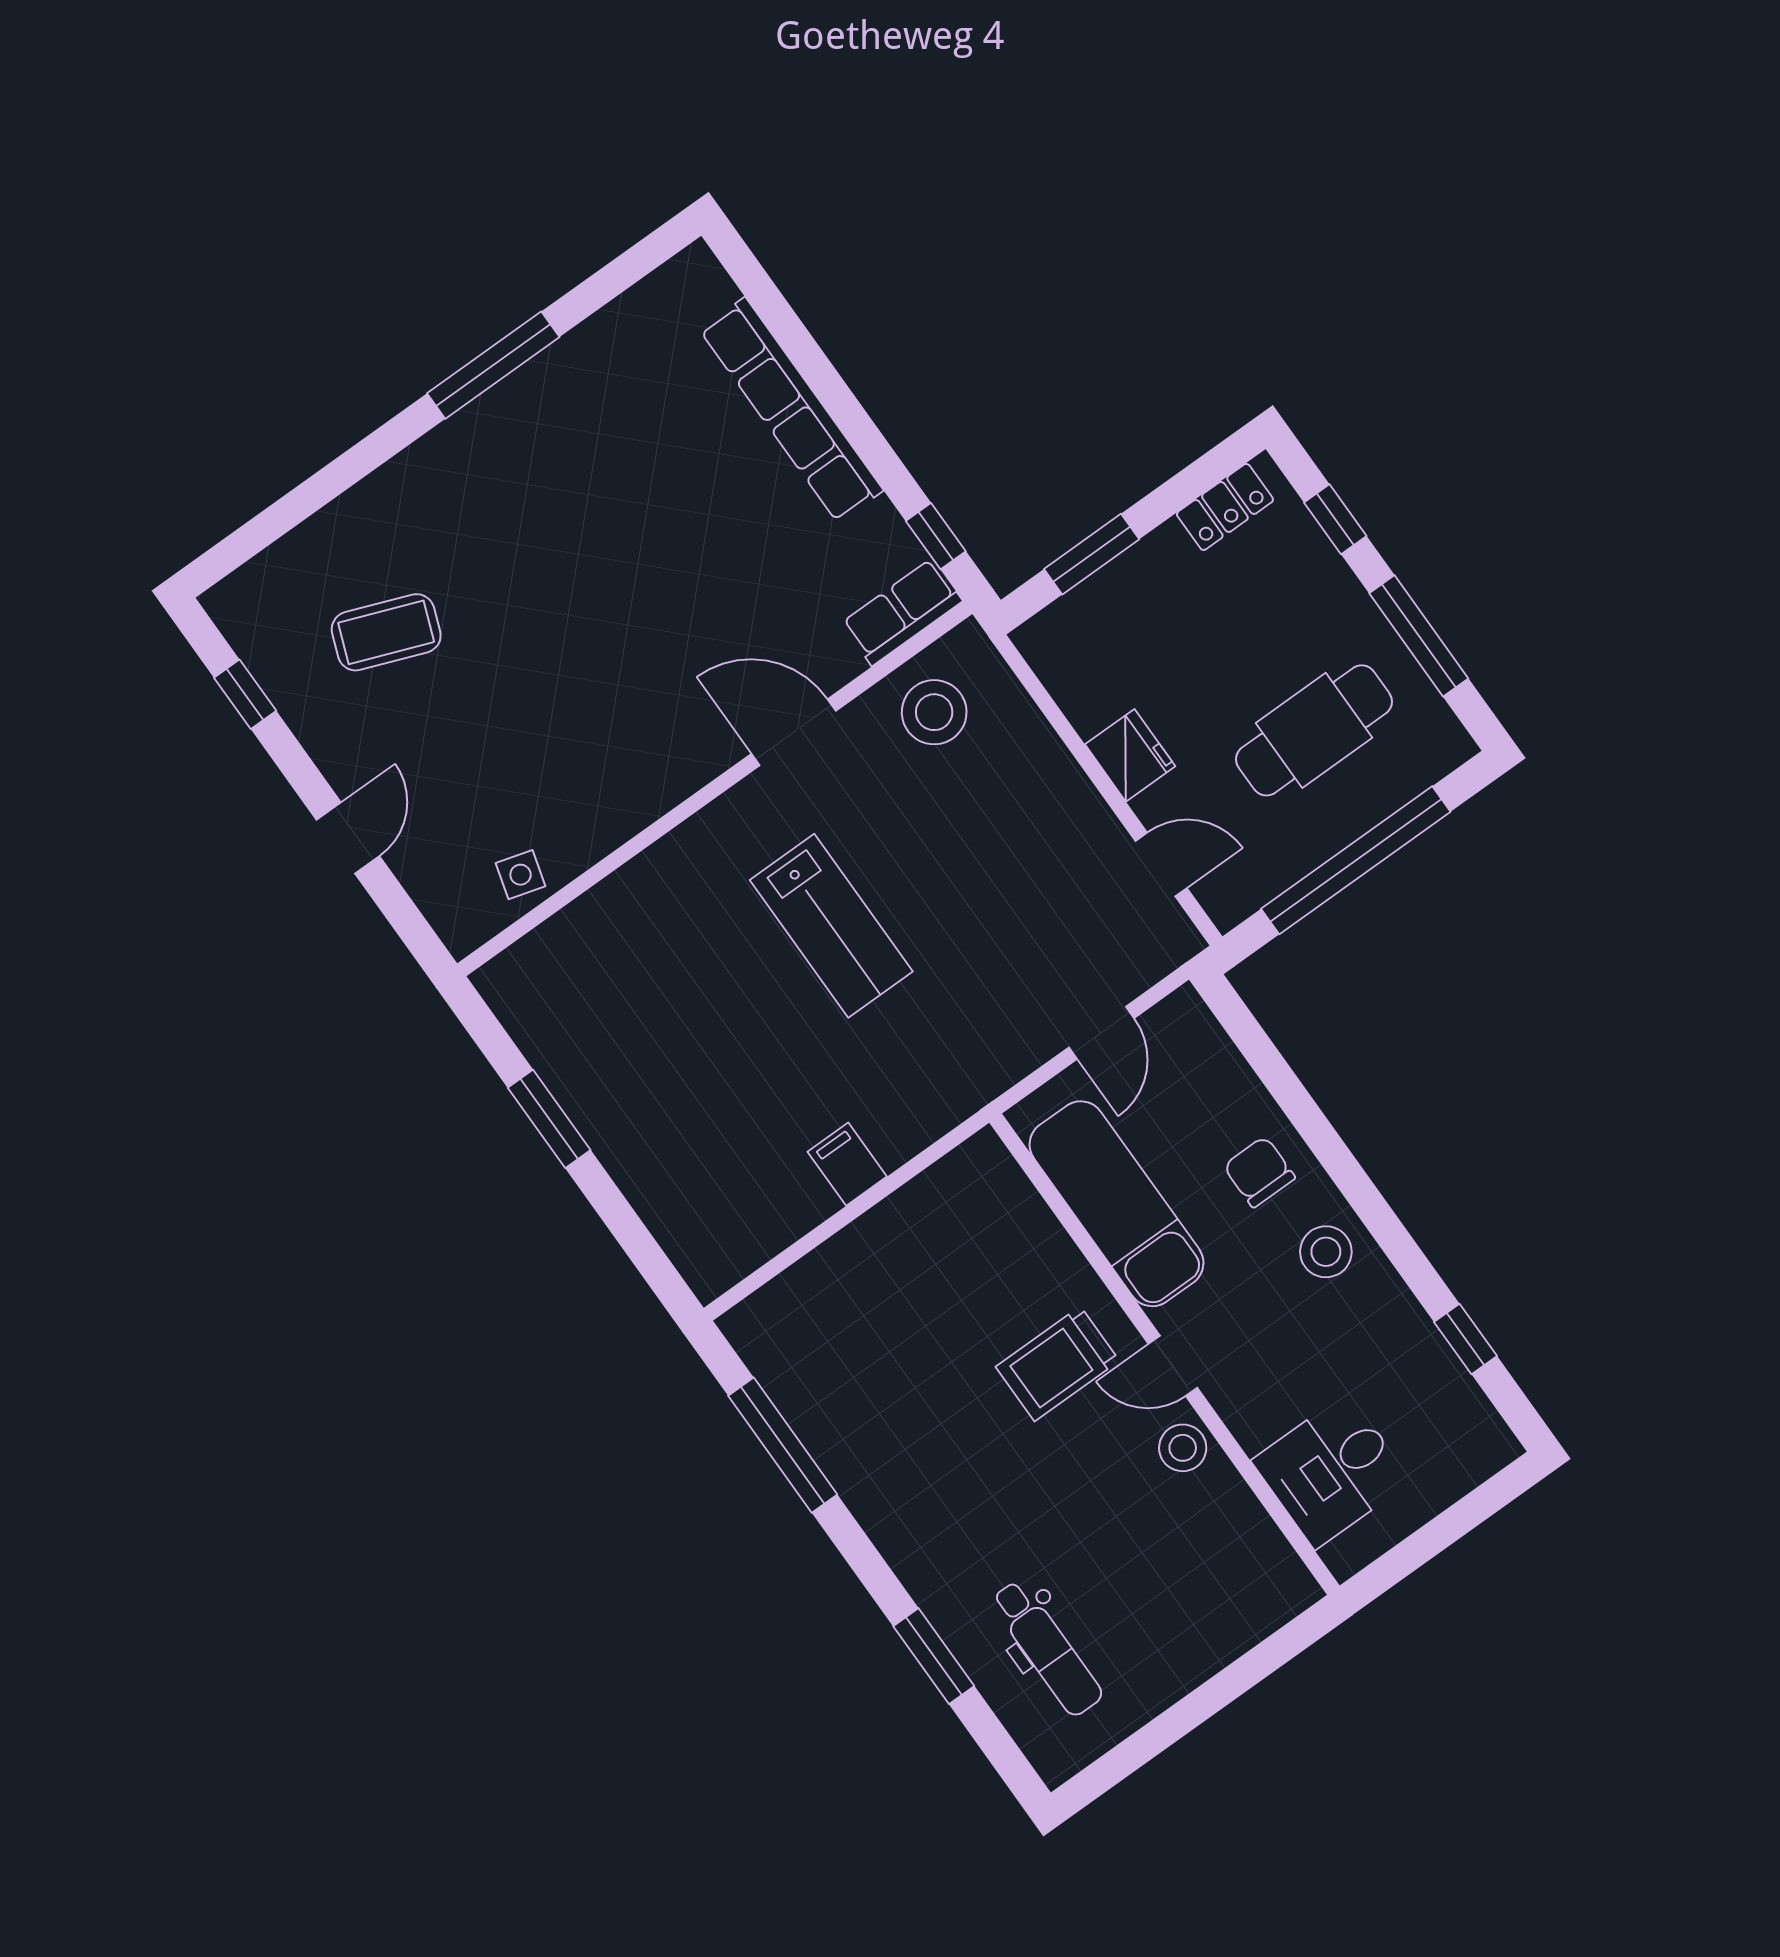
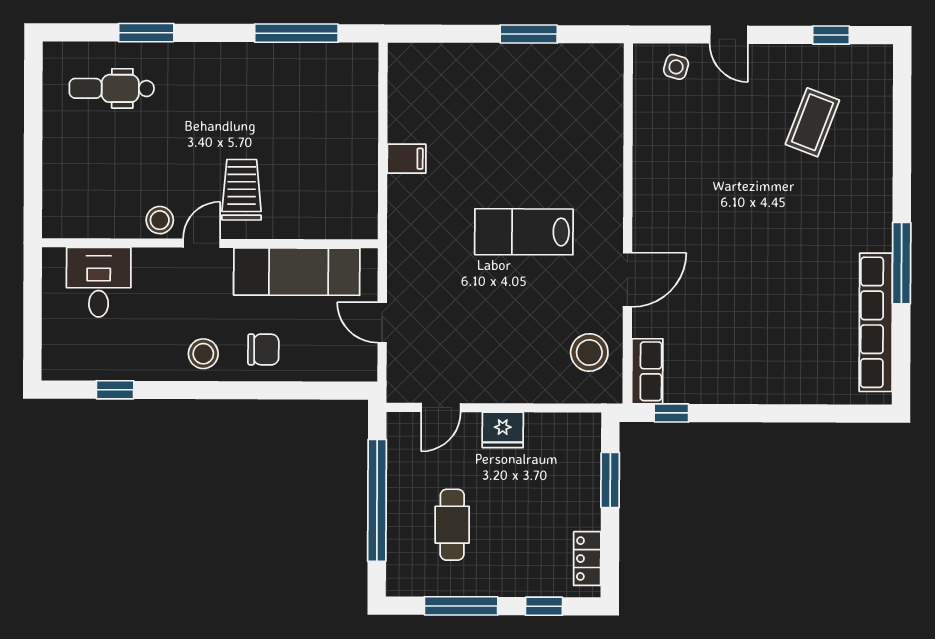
row of seats: (791, 410) -> (876, 322), moved, turned -90
cafe table: (1314, 730) -> (452, 525), width x0.73, depth x0.74
side table: (521, 875) -> (676, 67), moved

